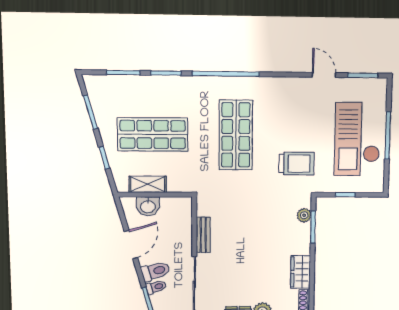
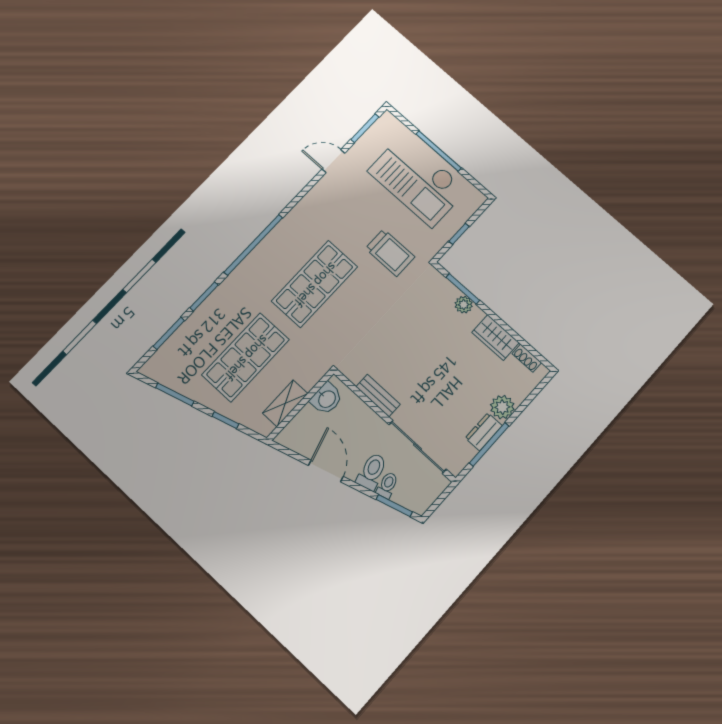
shop shelf: (236, 135) -> (315, 284), turned 90
trolley: (297, 164) -> (390, 253), turned 90
washbasin: (148, 206) -> (327, 399), moved
plant: (304, 215) -> (464, 305), moved

